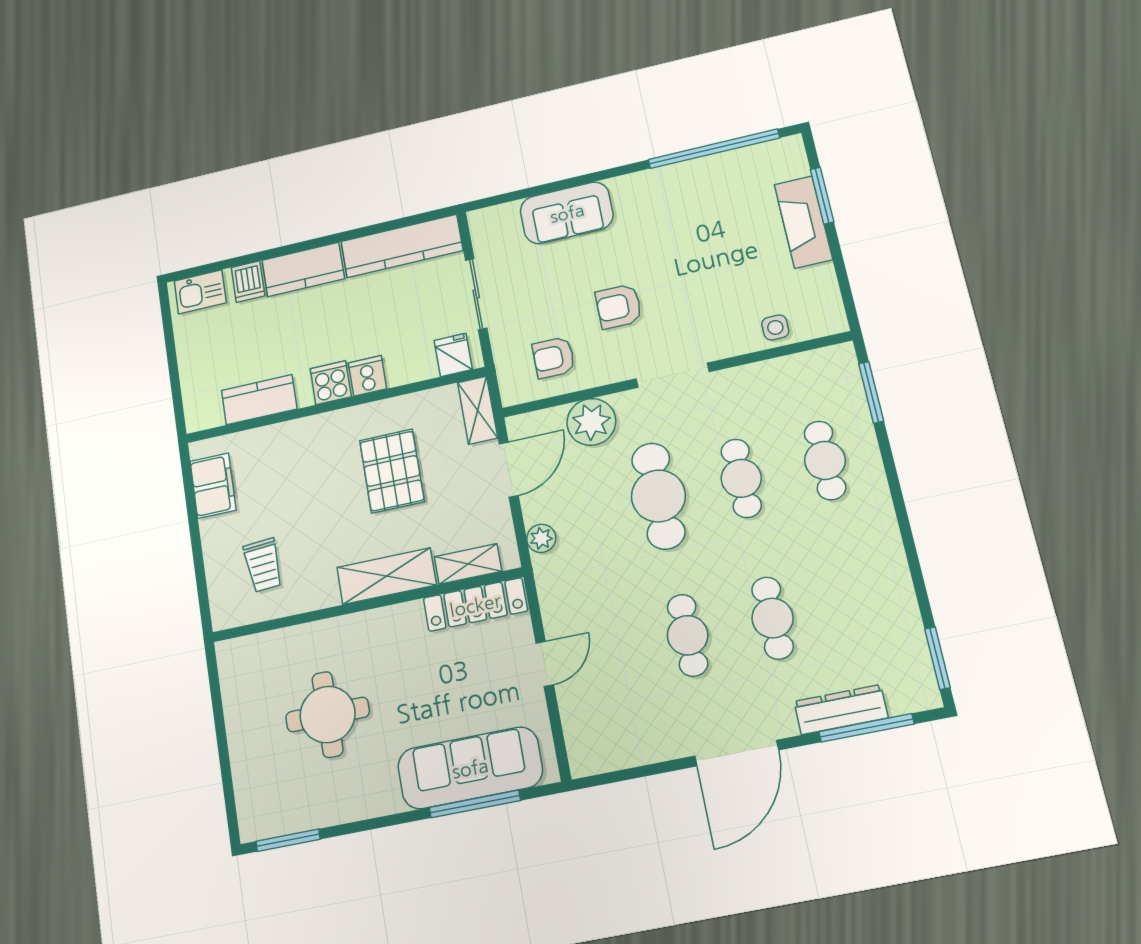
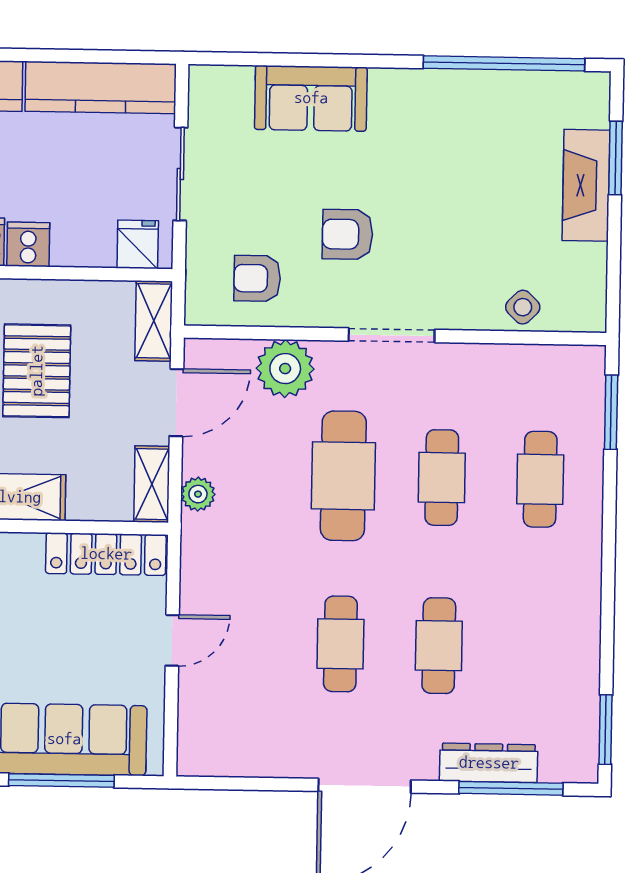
side table: (775, 327) -> (523, 307), turned 45
shelving: (468, 564) -> (152, 484), moved, turned 90

